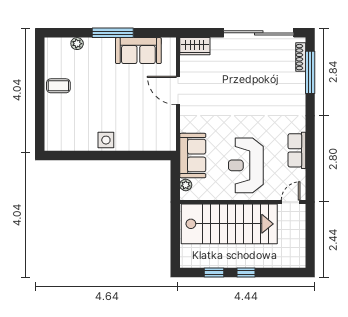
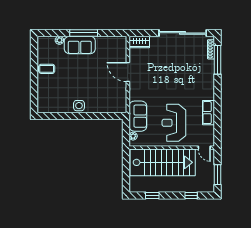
sofa: (138, 51) -> (80, 45), moved
door: (291, 202) -> (204, 148), swing flipped
window: (310, 242) -> (217, 175), added
window: (246, 272) -> (191, 195), moved

